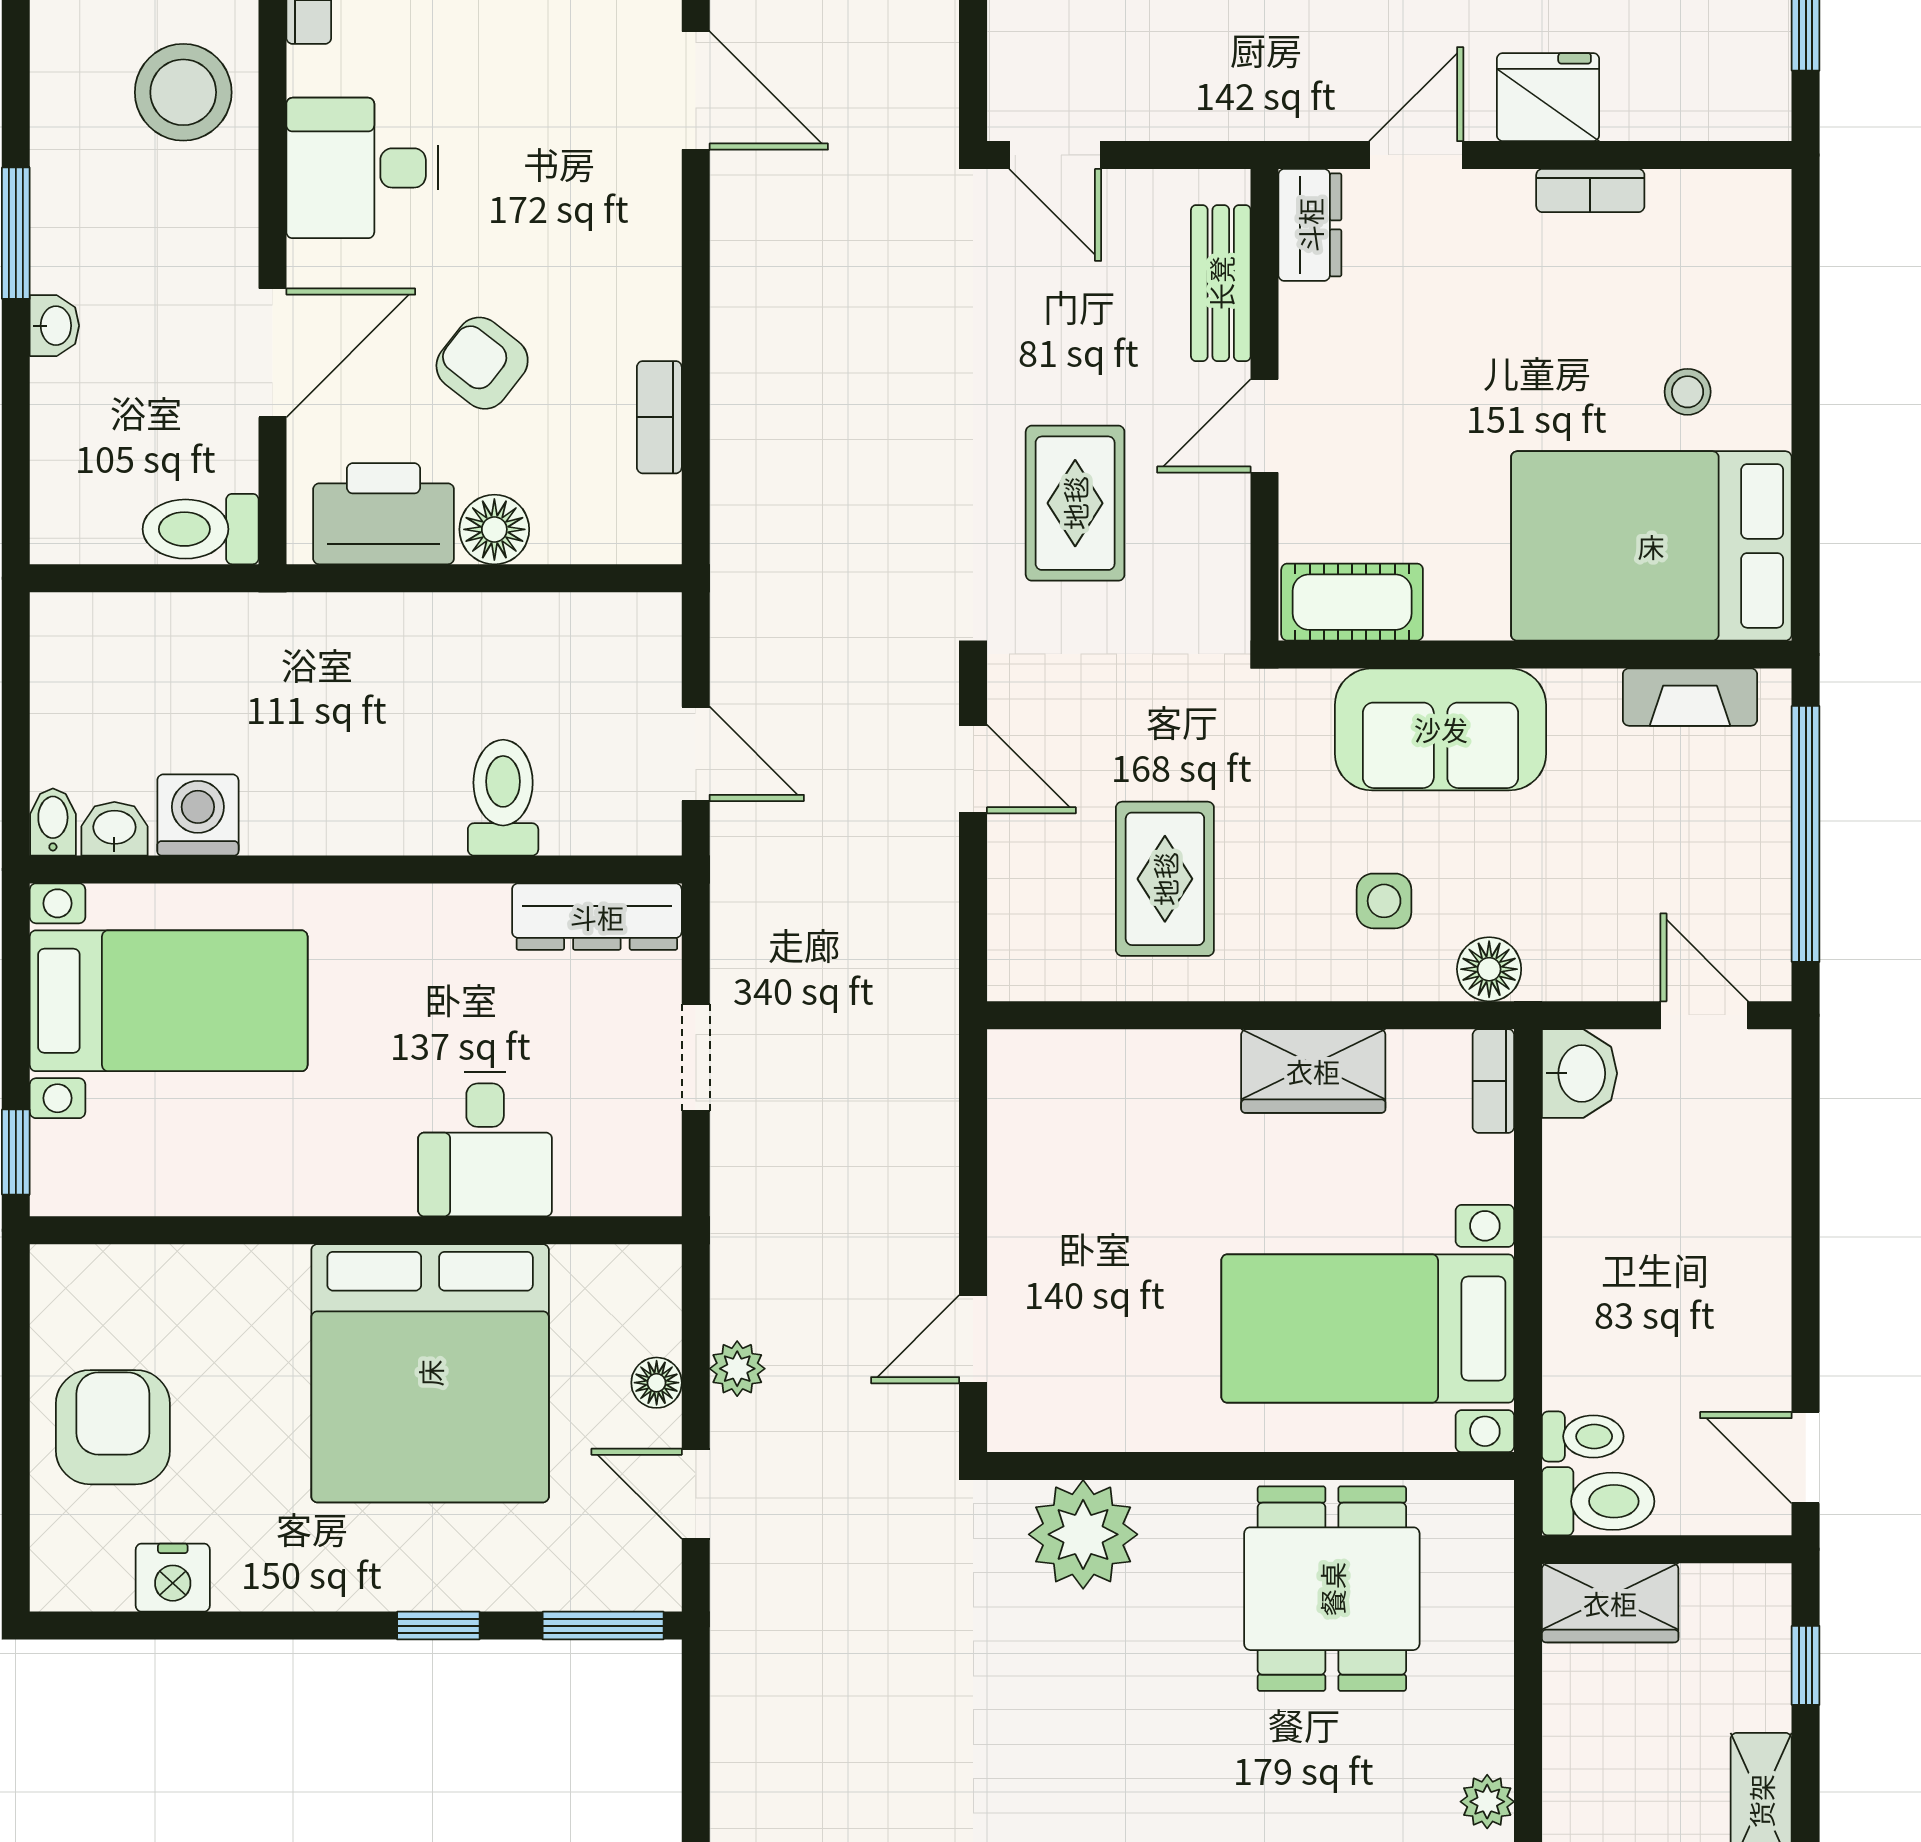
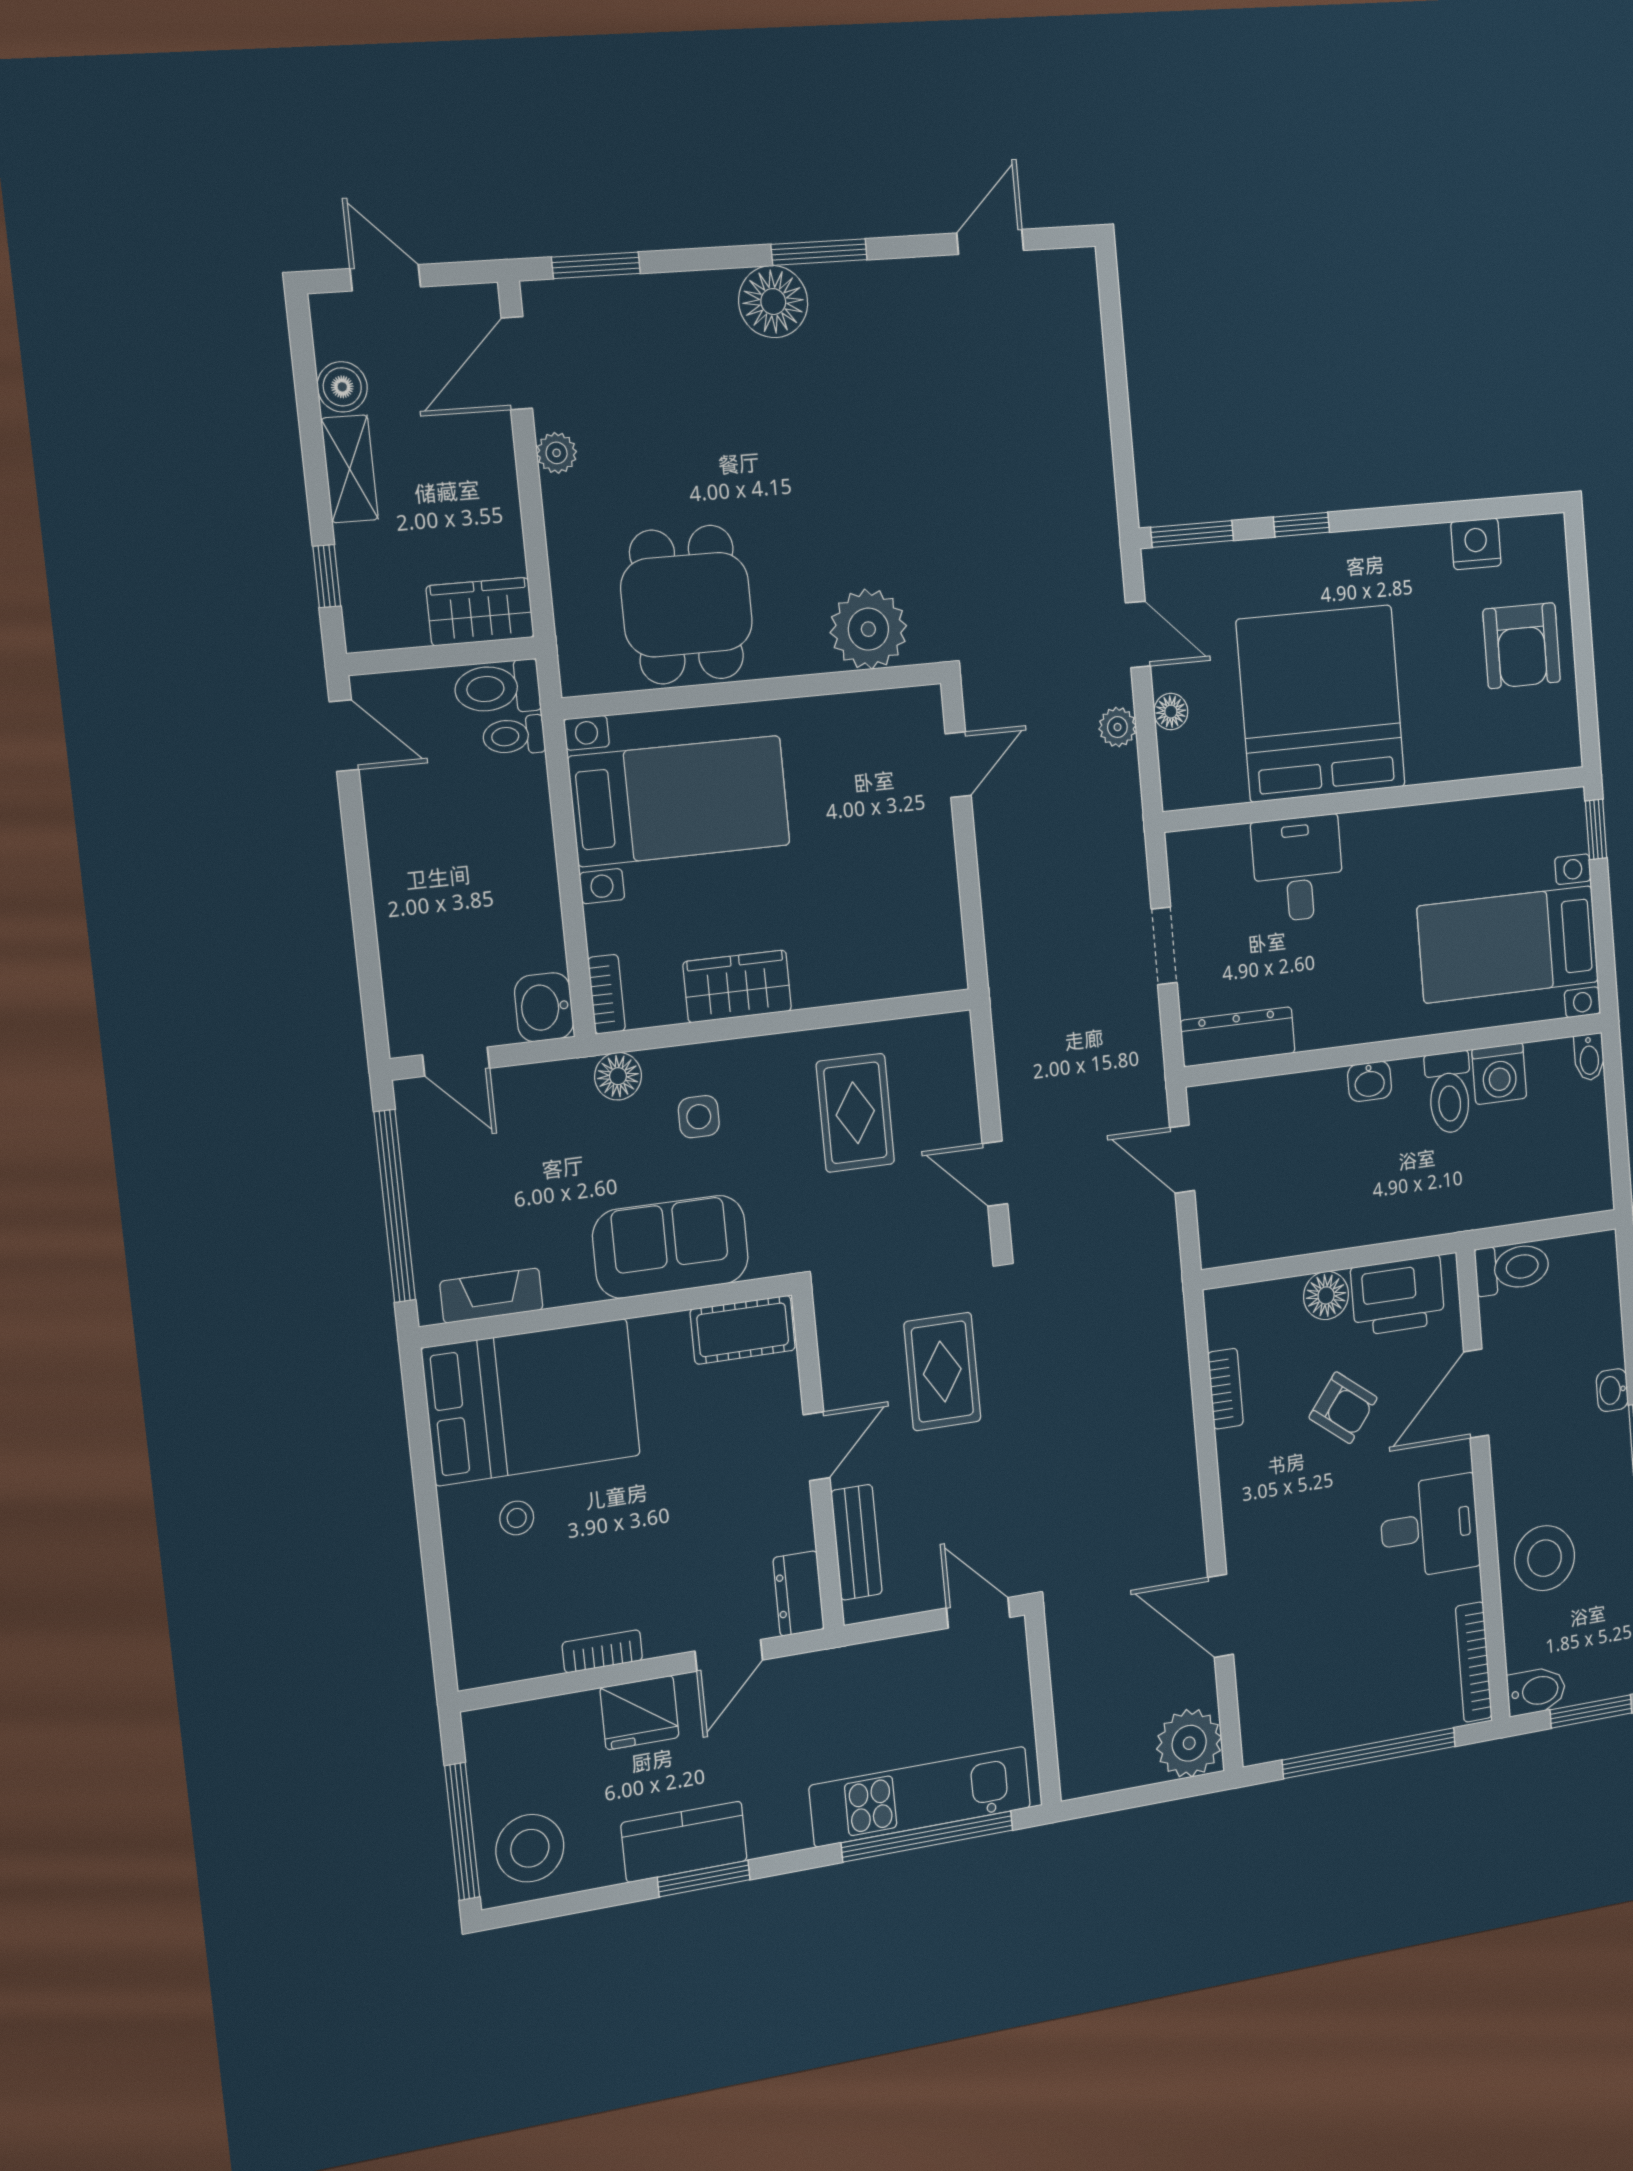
toilet: (503, 798) -> (1449, 1092), moved
washbasin: (114, 829) -> (1369, 1081), moved

